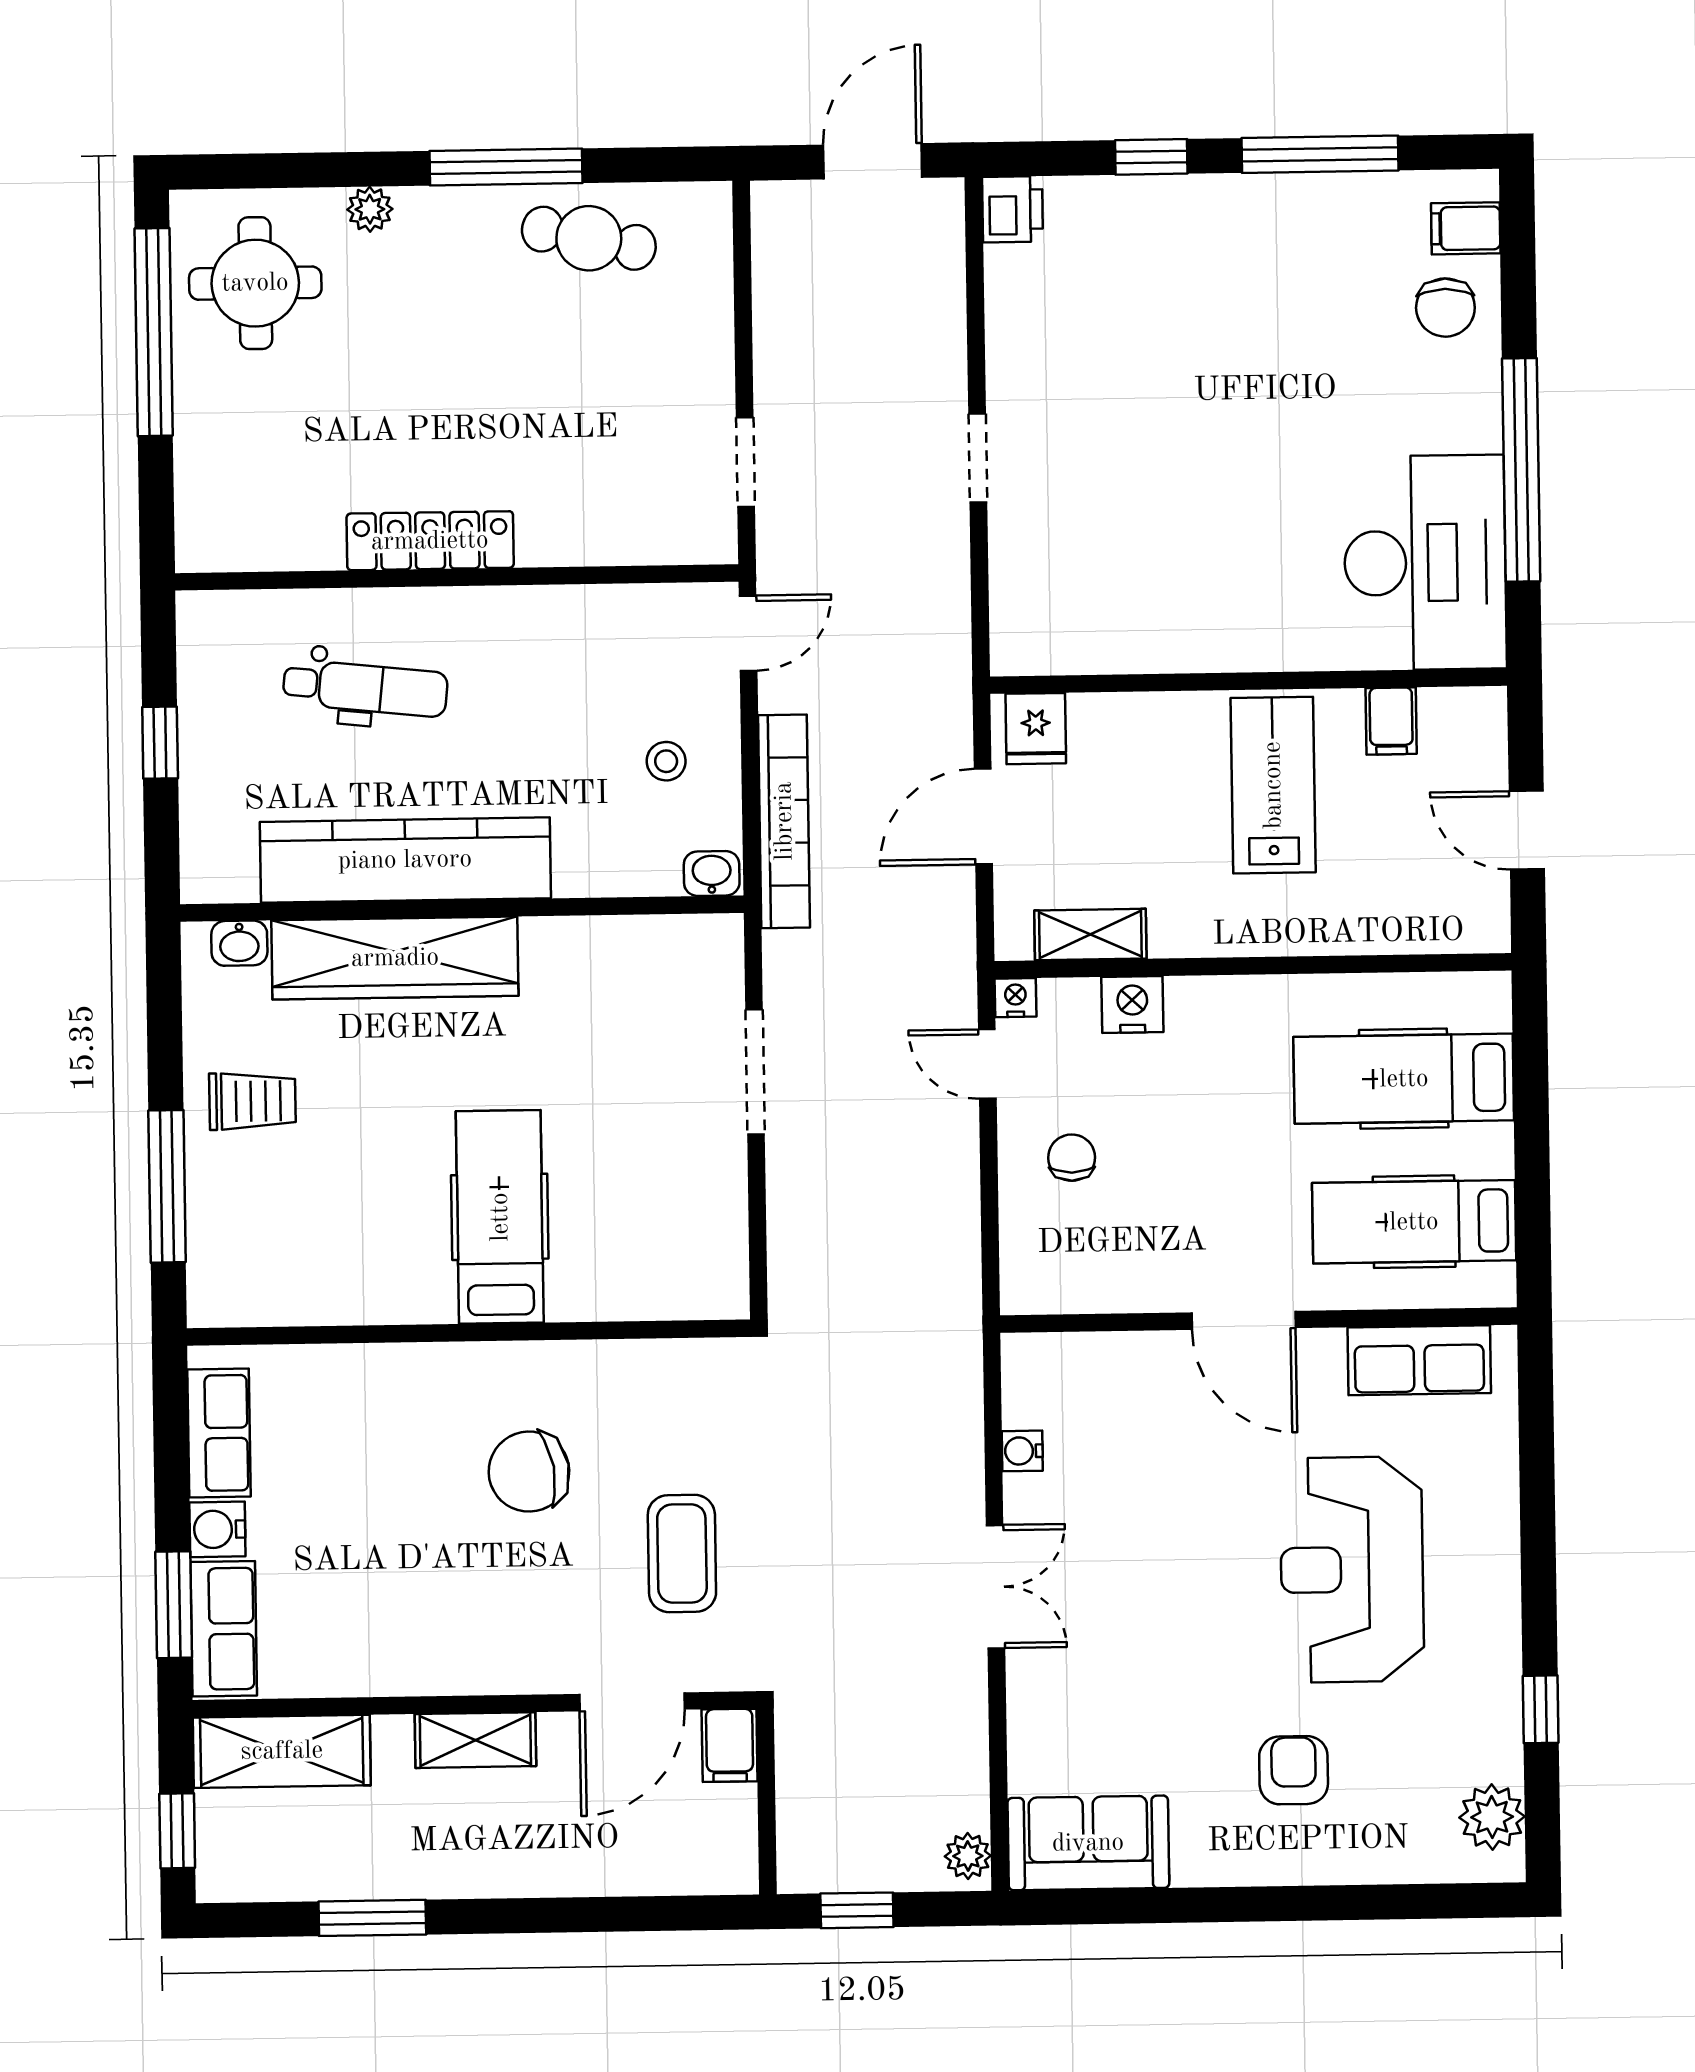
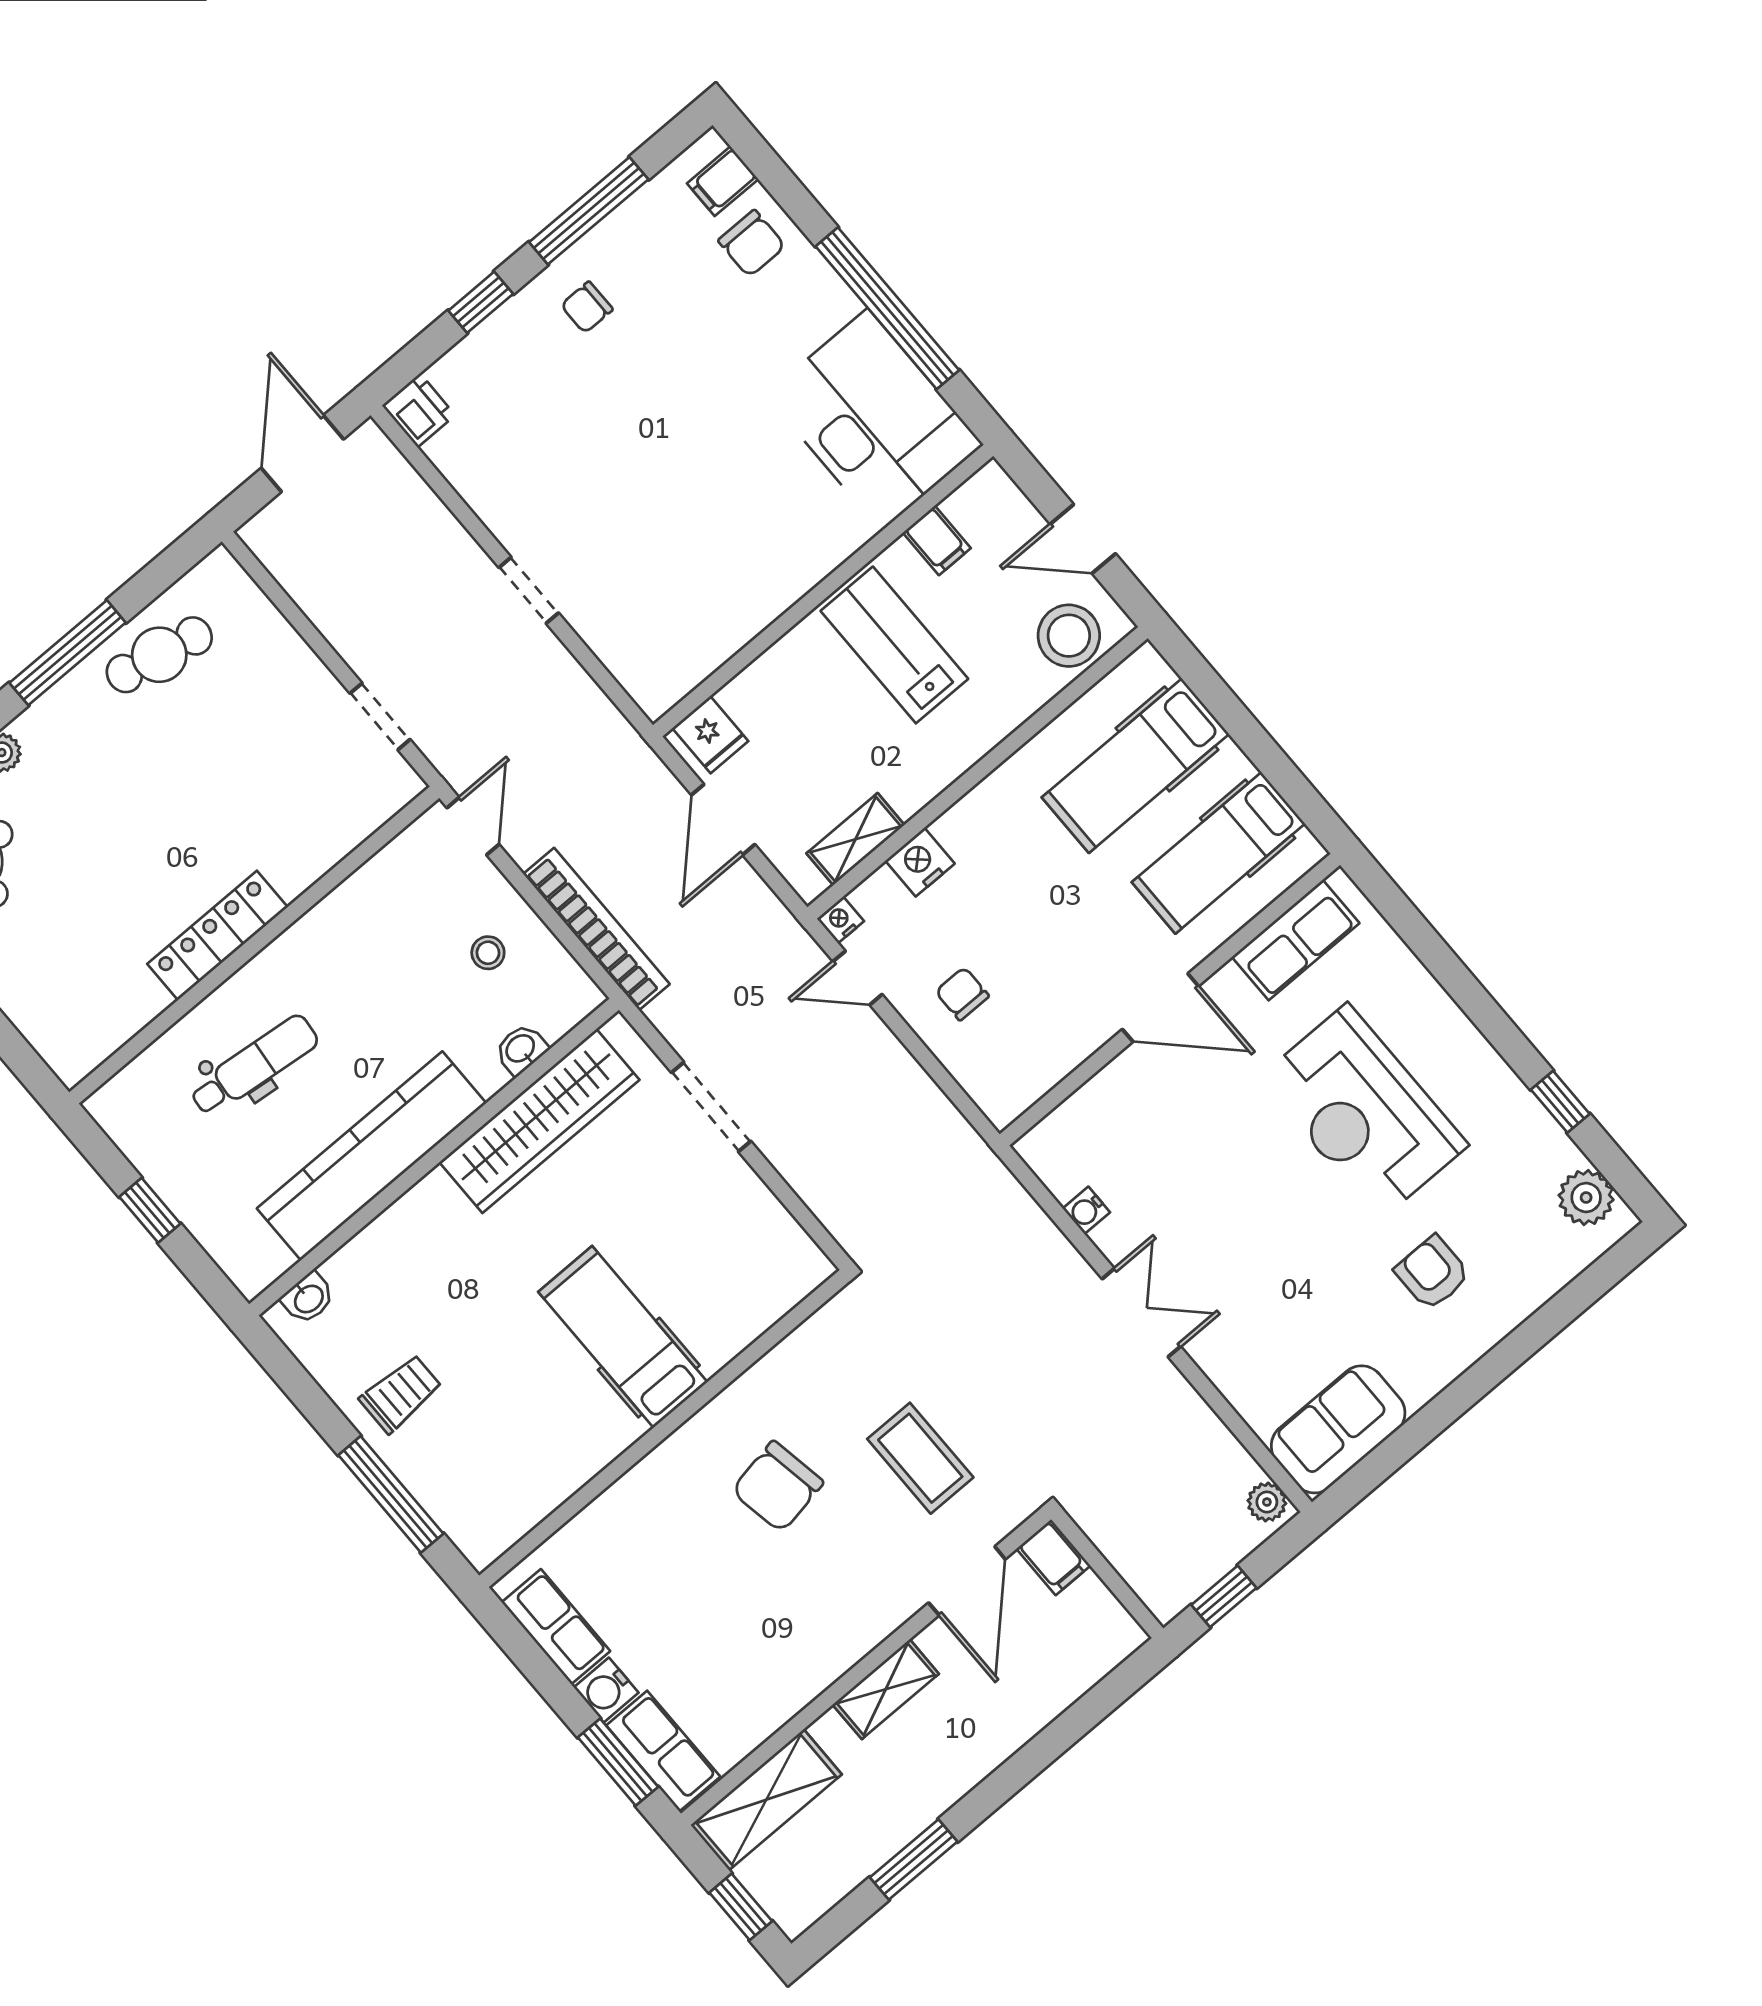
chair: (1245, 242) -> (587, 307), added
washbasin: (712, 874) -> (521, 1049), moved
stool: (1441, 909) -> (1069, 636), added
wardrobe: (395, 958) -> (539, 1121), moved

